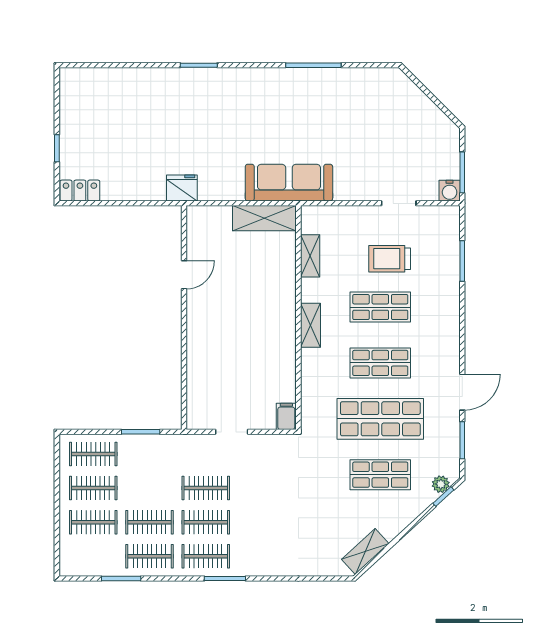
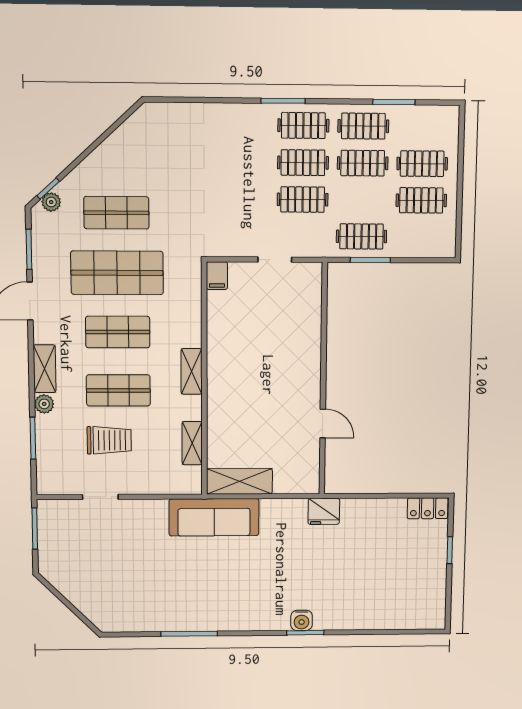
water cooler: (450, 191) -> (302, 620), moved, turned 180
door: (184, 275) -> (323, 423), swing flipped
plant: (451, 294) -> (44, 404), added
clothes rail: (93, 454) -> (361, 236), moved
shelving: (365, 552) -> (45, 369), moved, turned -47

